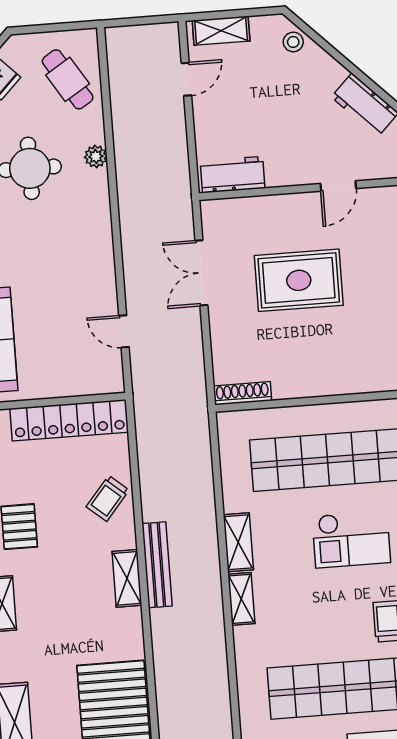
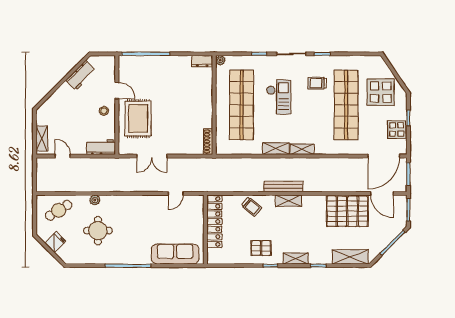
stool: (293, 42) -> (104, 111), moved
workbench: (233, 175) -> (101, 147), moved, turned 90
rug: (299, 280) -> (138, 119), moved

